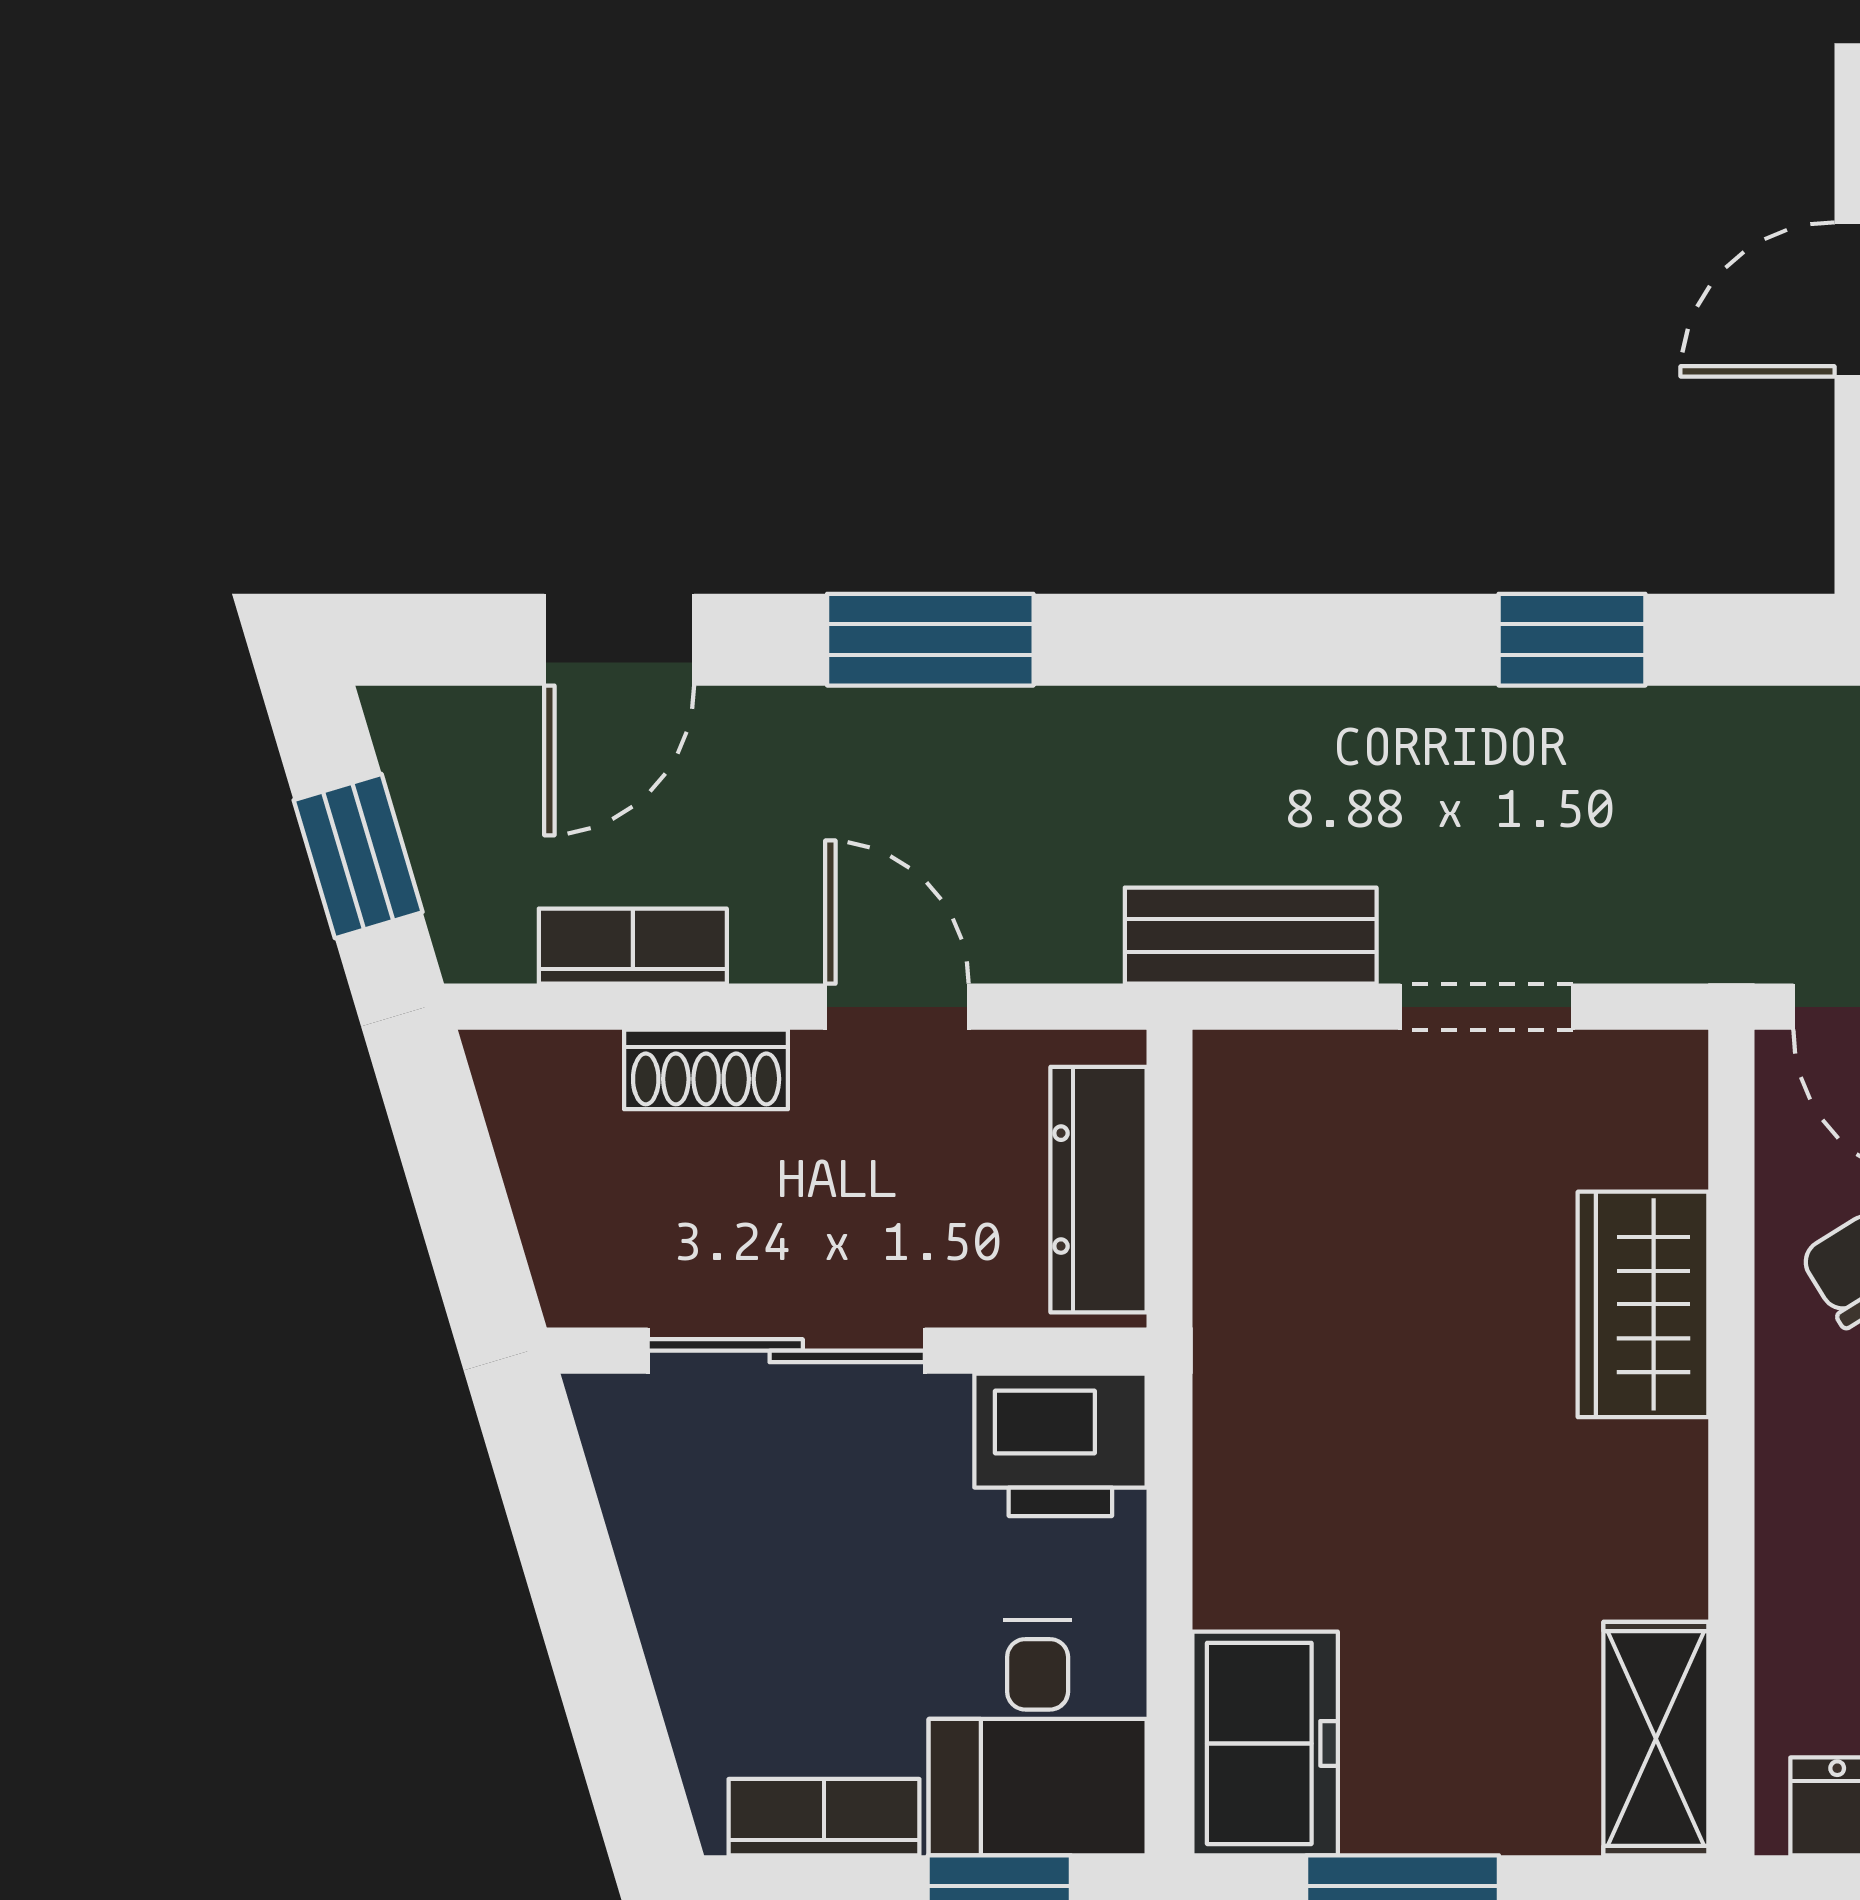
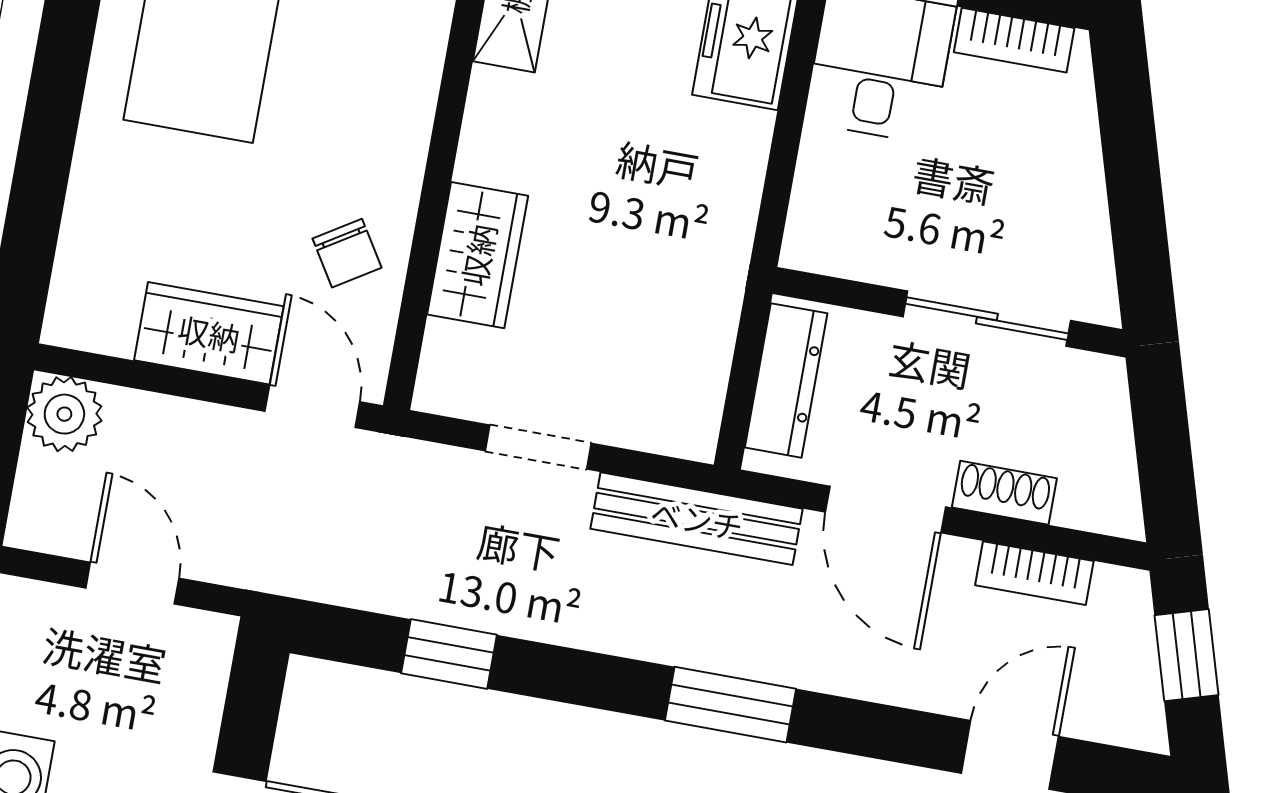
window: (930, 640) -> (731, 705), moved
bench: (1251, 936) -> (697, 519), width x1.36
door: (897, 1007) -> (885, 509), width x1.38
printer: (1060, 1445) -> (836, 234), removed

